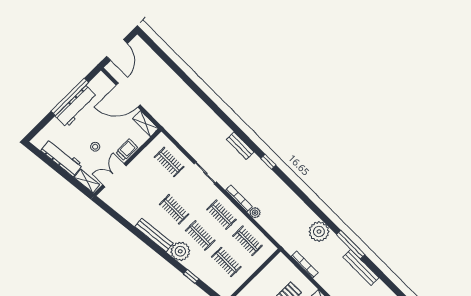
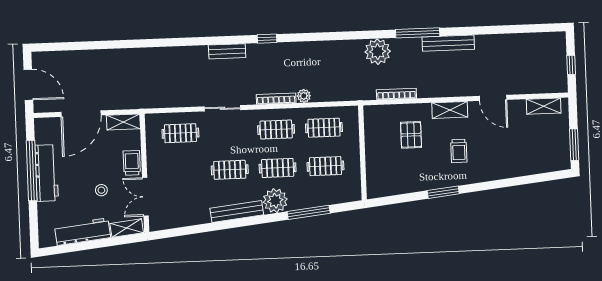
window: (191, 276) -> (309, 212), width x2.17

